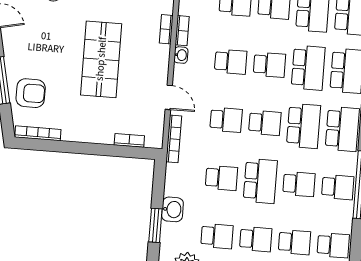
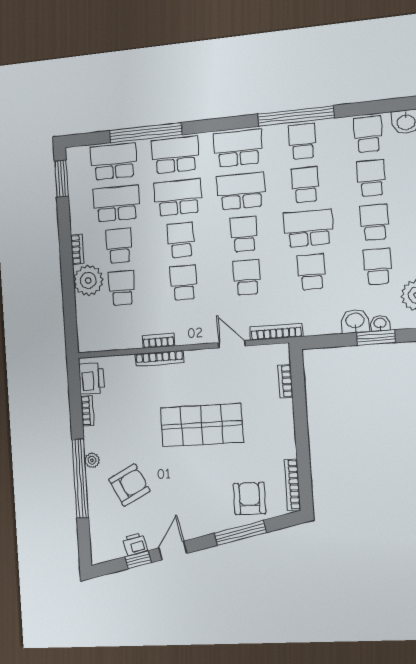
bookcase: (166, 29) -> (159, 358), width x1.56
washbasin: (181, 55) -> (380, 323), moved
door: (169, 97) -> (232, 344), hinge flipped

